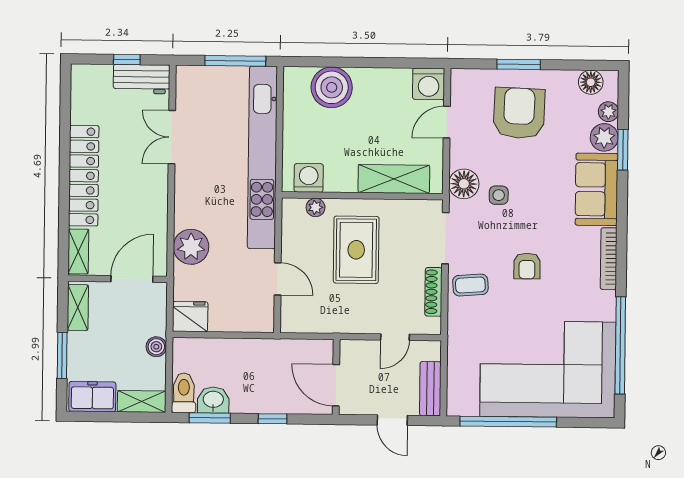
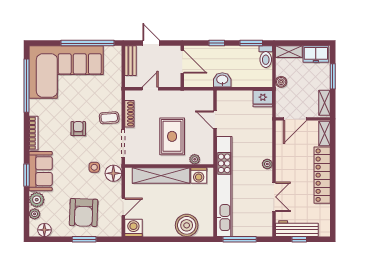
workbench: (142, 79) -> (297, 229), width x1.37
window: (623, 150) -> (26, 175), moved
shelving: (394, 179) -> (161, 175), width x1.47
plant: (191, 247) -> (267, 164), moved, width x0.53, depth x0.53
washbasin: (213, 400) -> (222, 80), moved, turned 180

